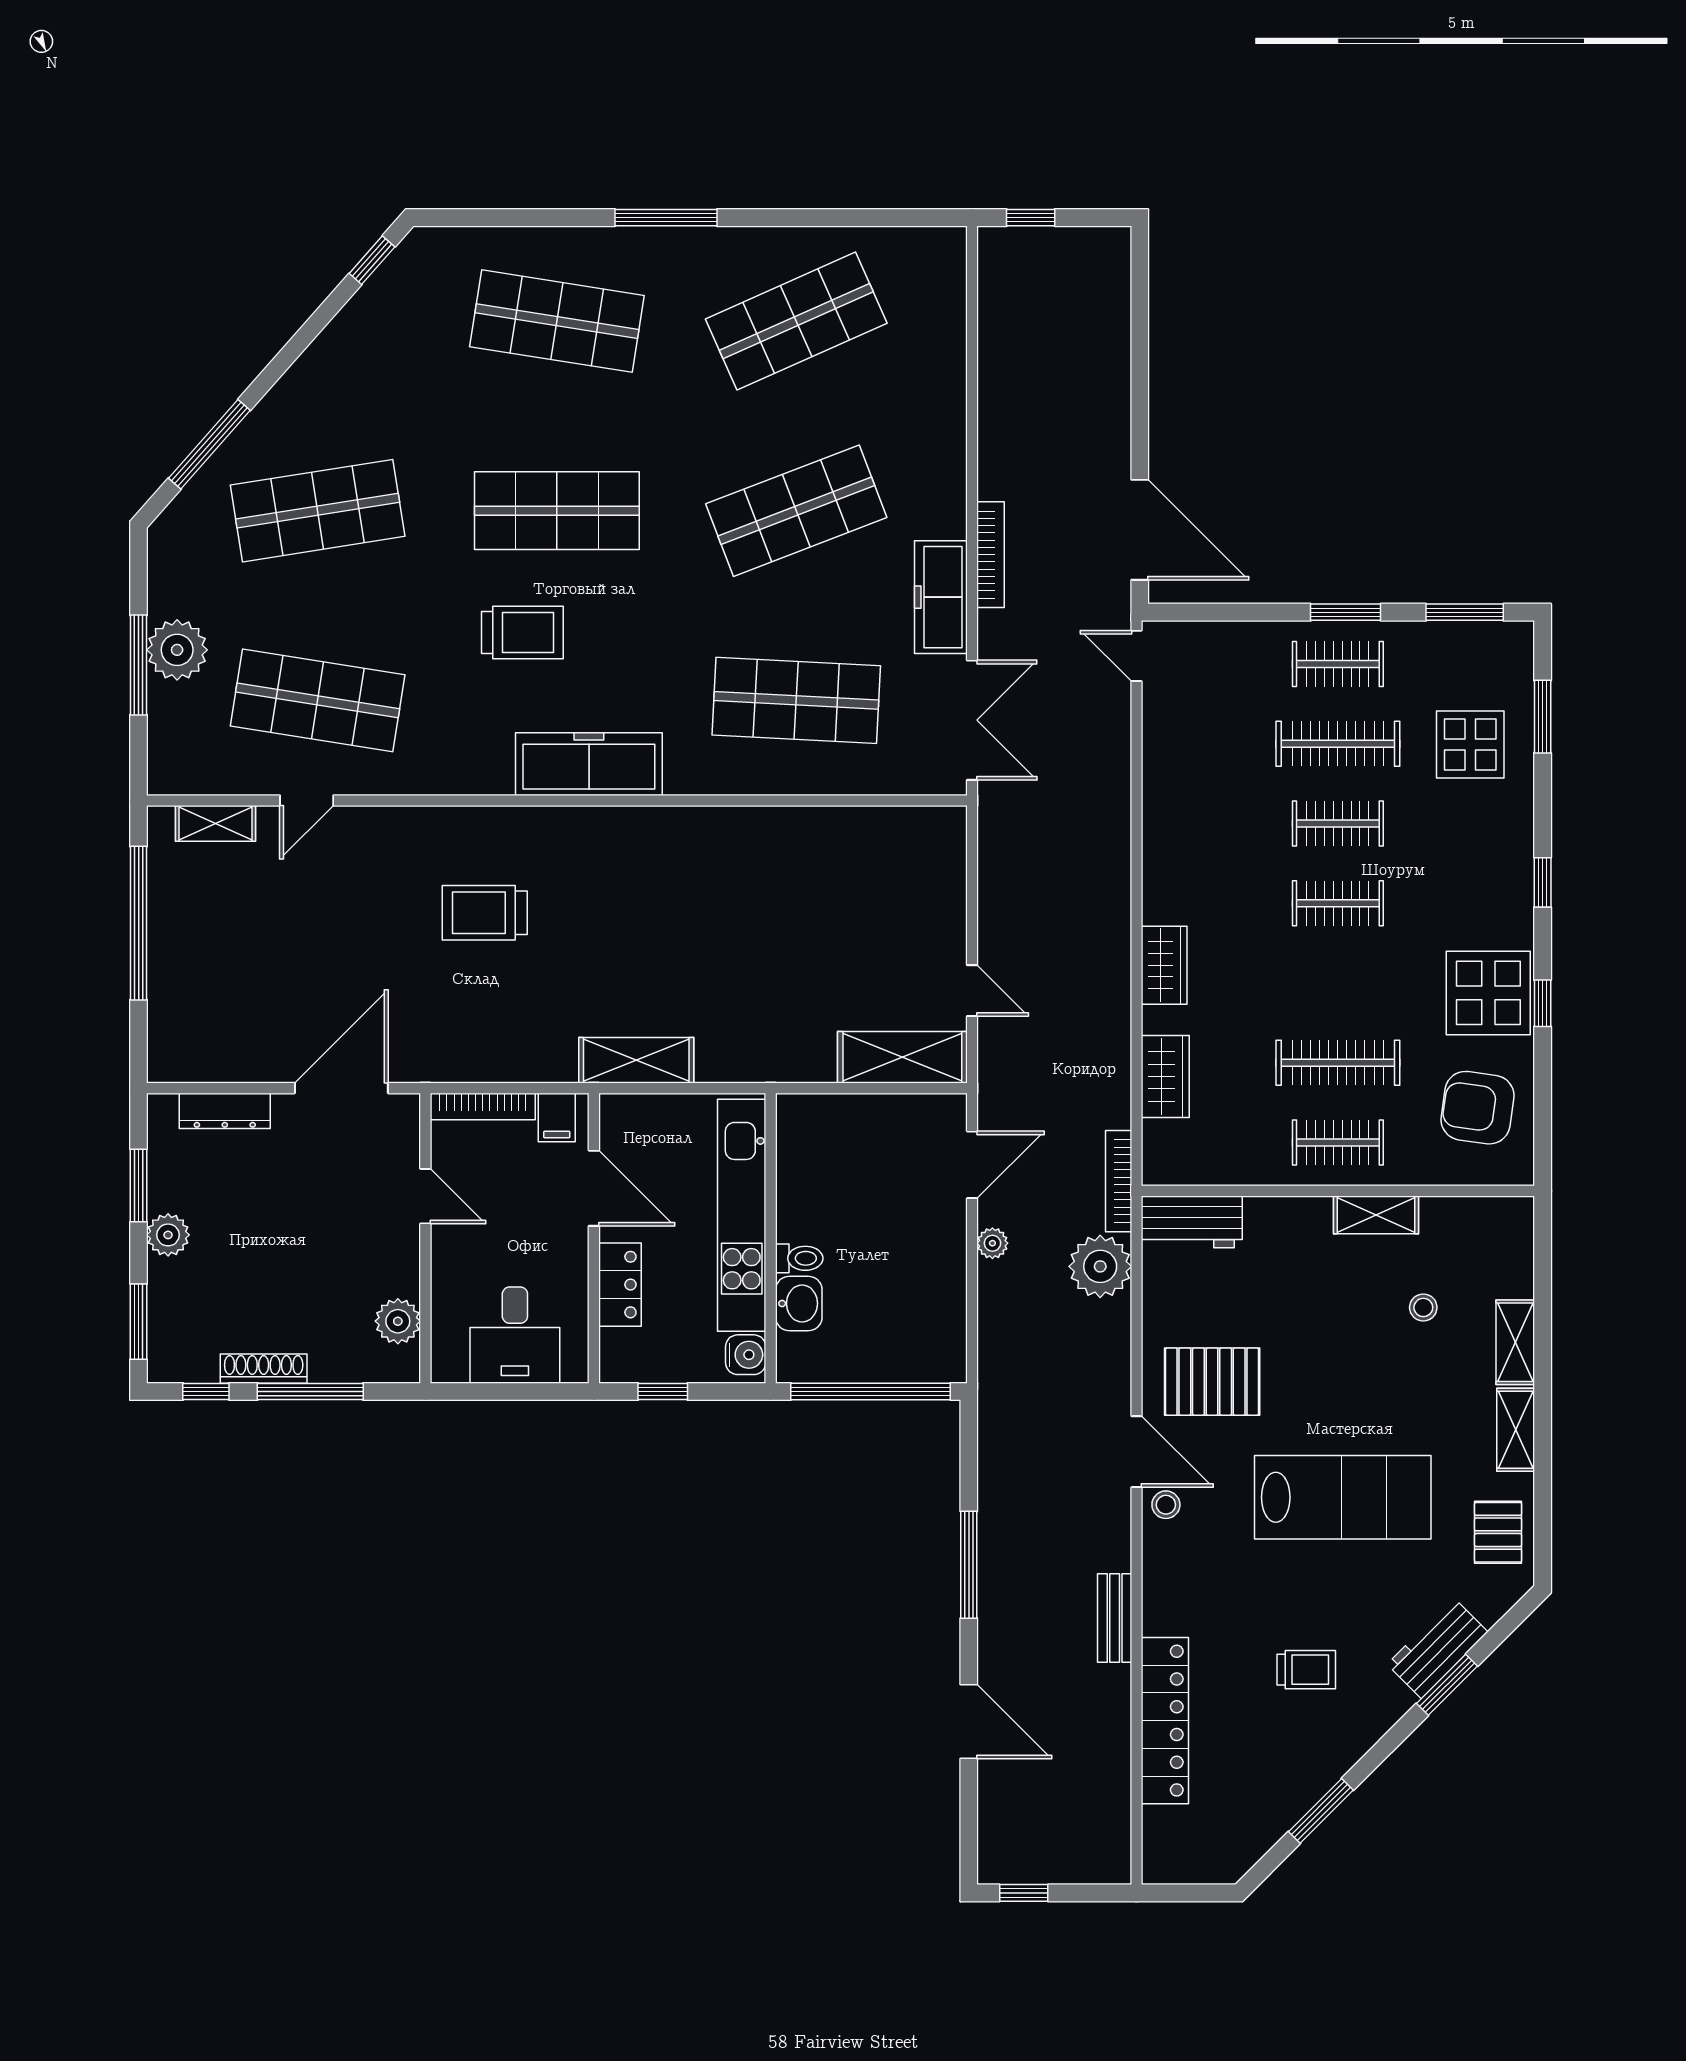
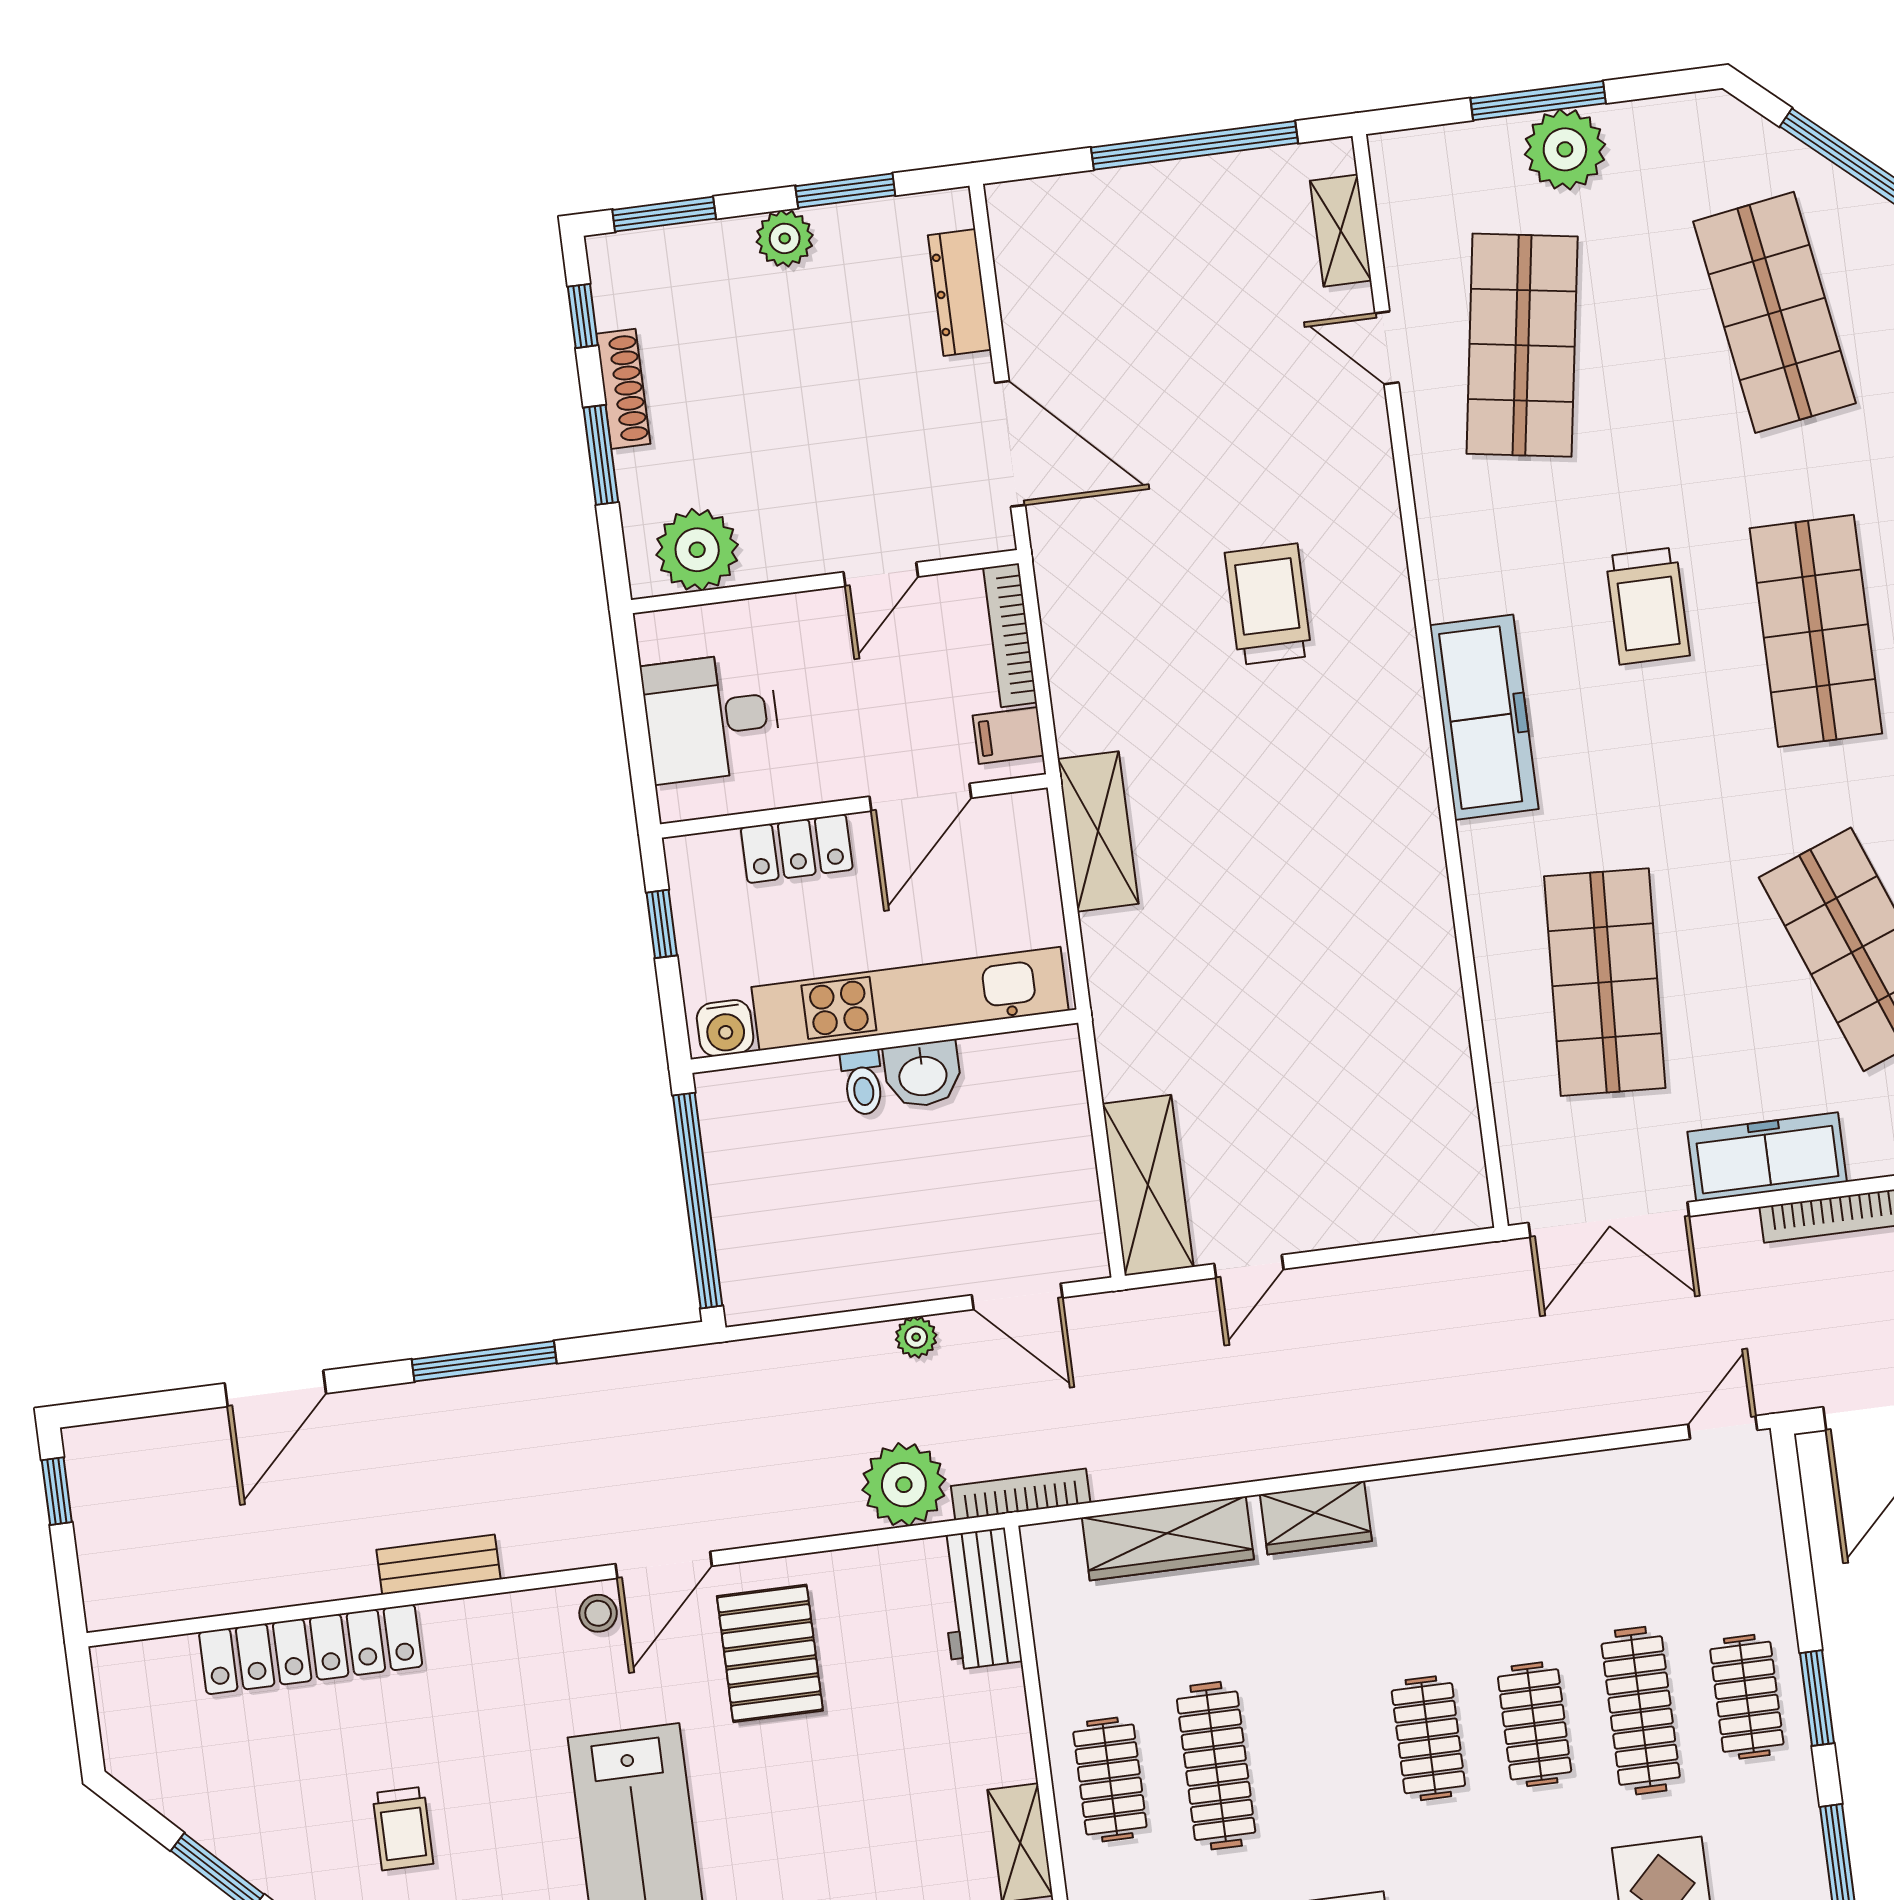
wardrobe: (1165, 1077) -> (1168, 1538), width x1.50
washbasin: (799, 1303) -> (923, 1074), moved
plant: (398, 1321) -> (697, 550), width x1.36, depth x1.36
window: (310, 1391) -> (601, 455), width x0.69

